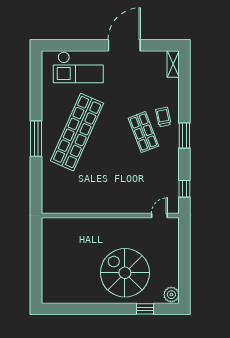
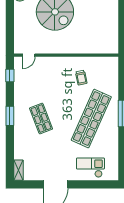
checkout: (78, 67) -> (90, 168), width x0.73, depth x0.83
trolley: (163, 117) -> (81, 78), moved

